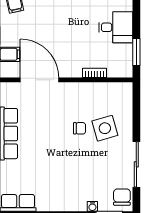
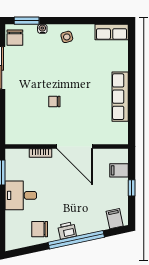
door: (39, 80) -> (75, 146), moved
side table: (105, 128) -> (67, 37), moved, width x0.54, depth x0.54

